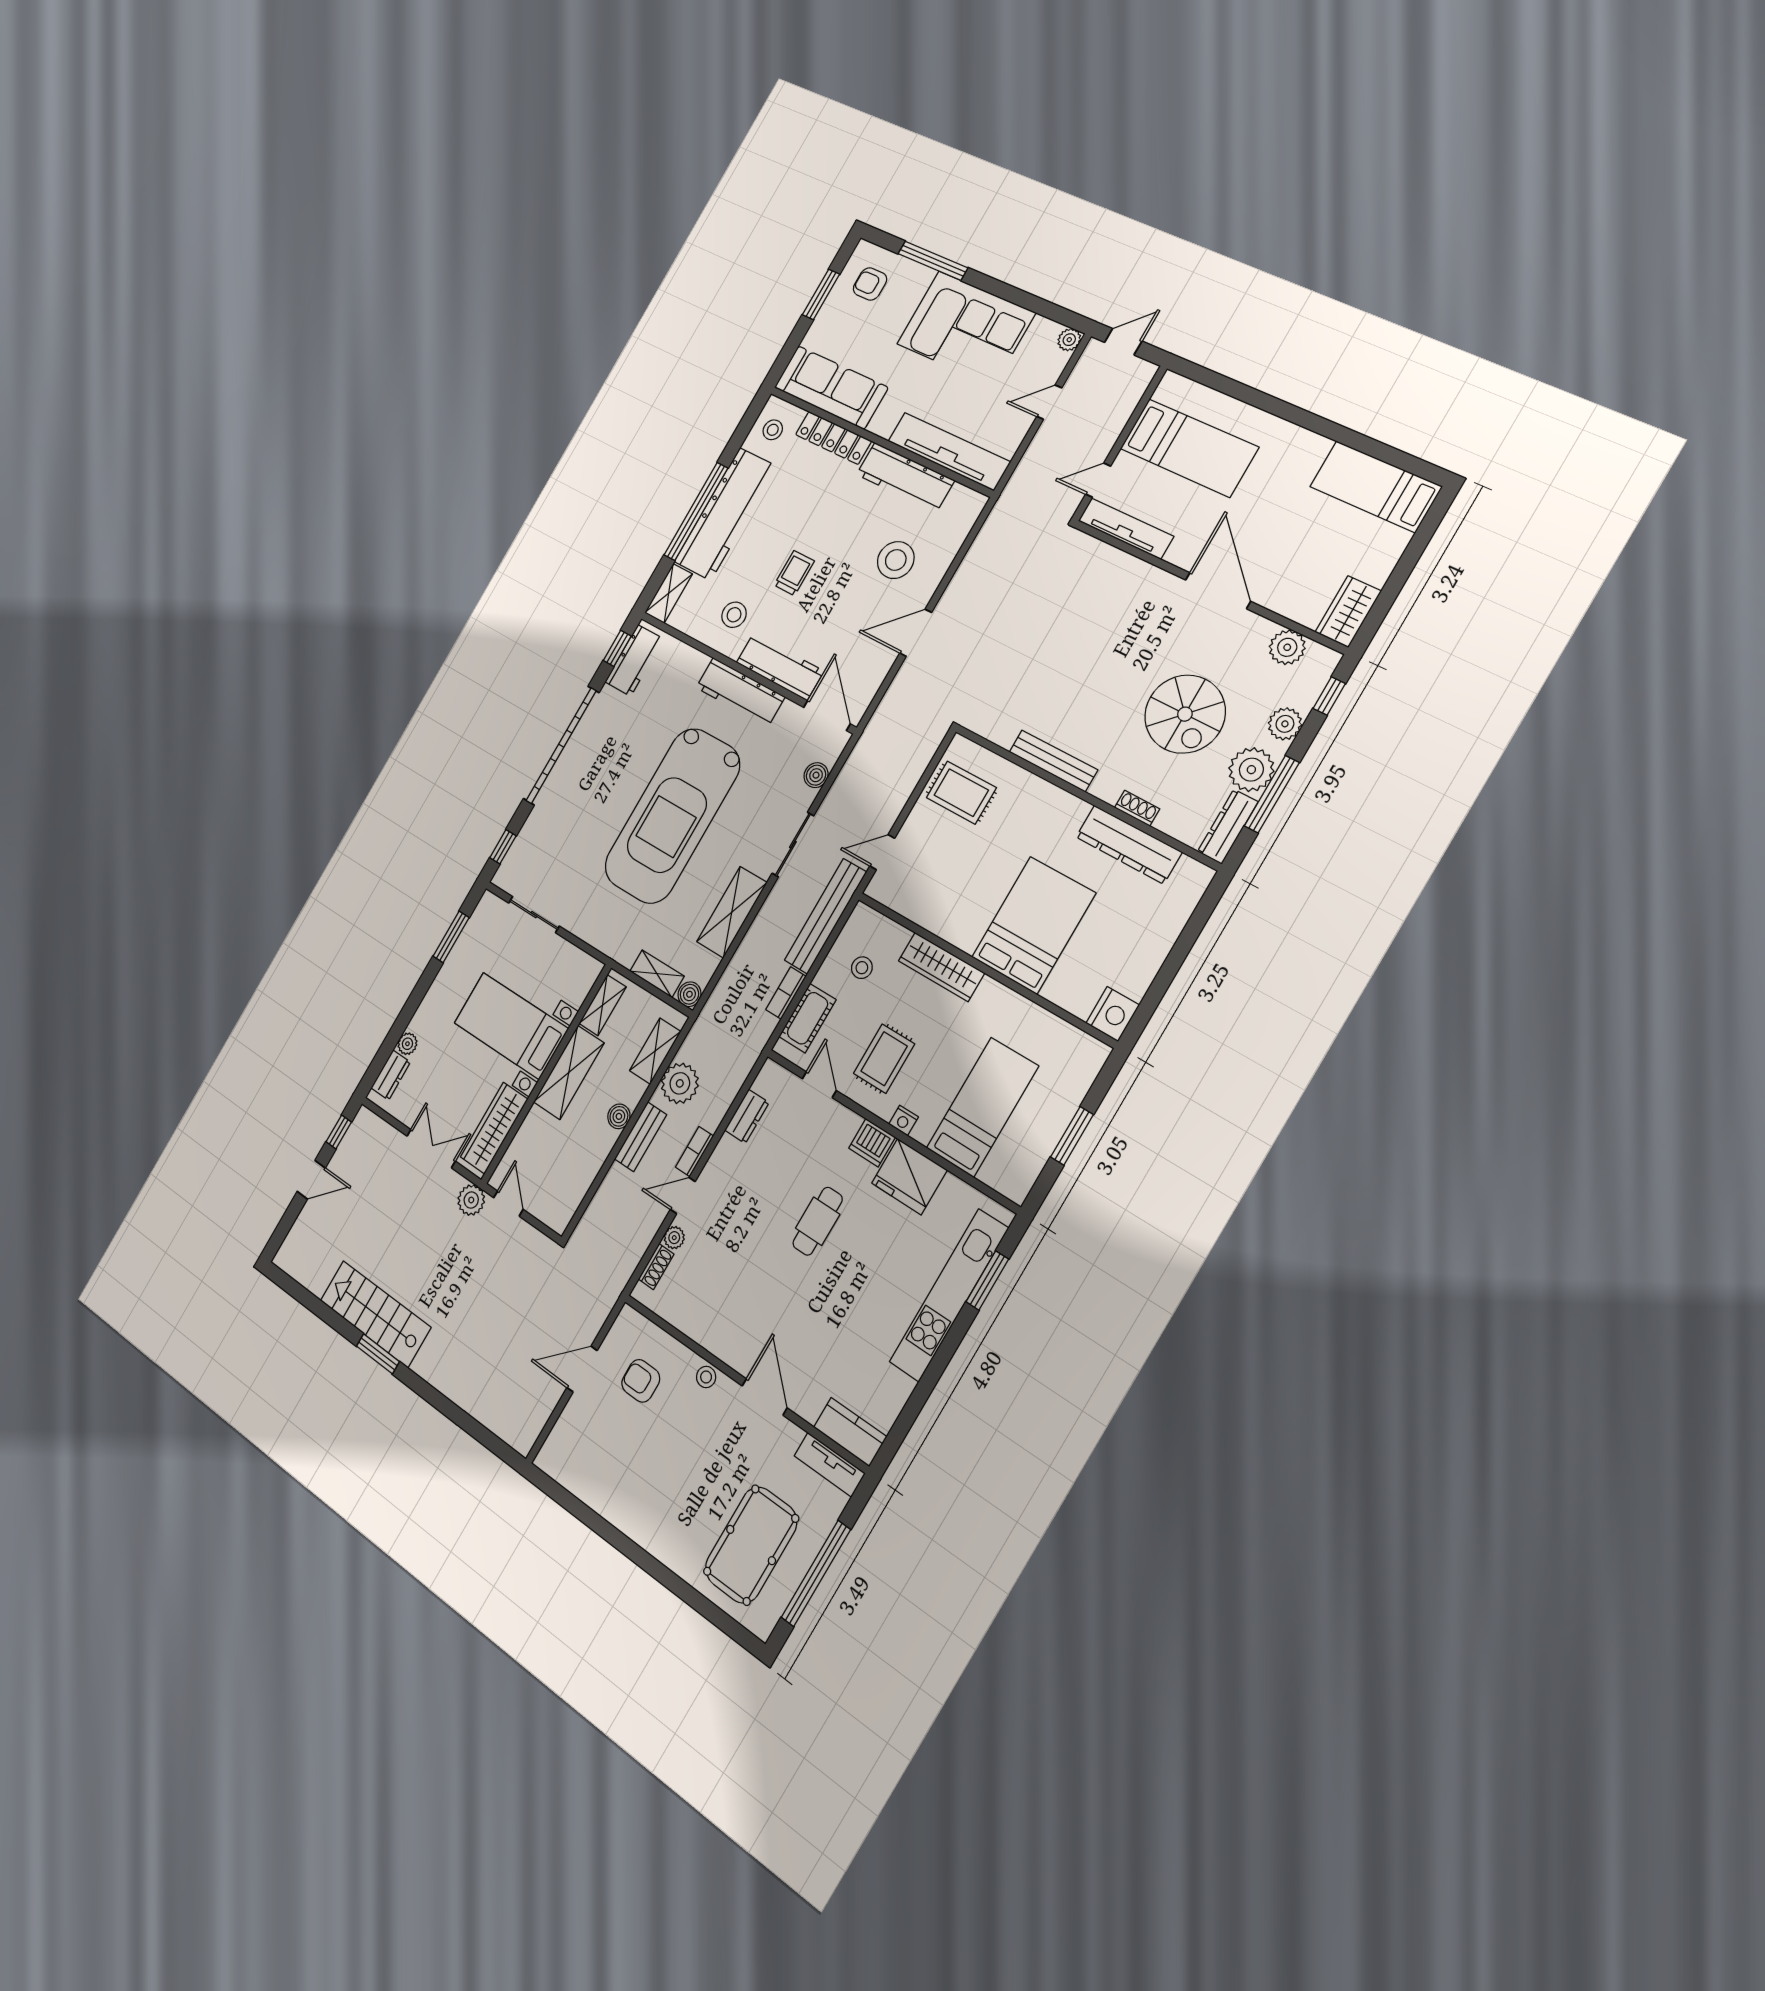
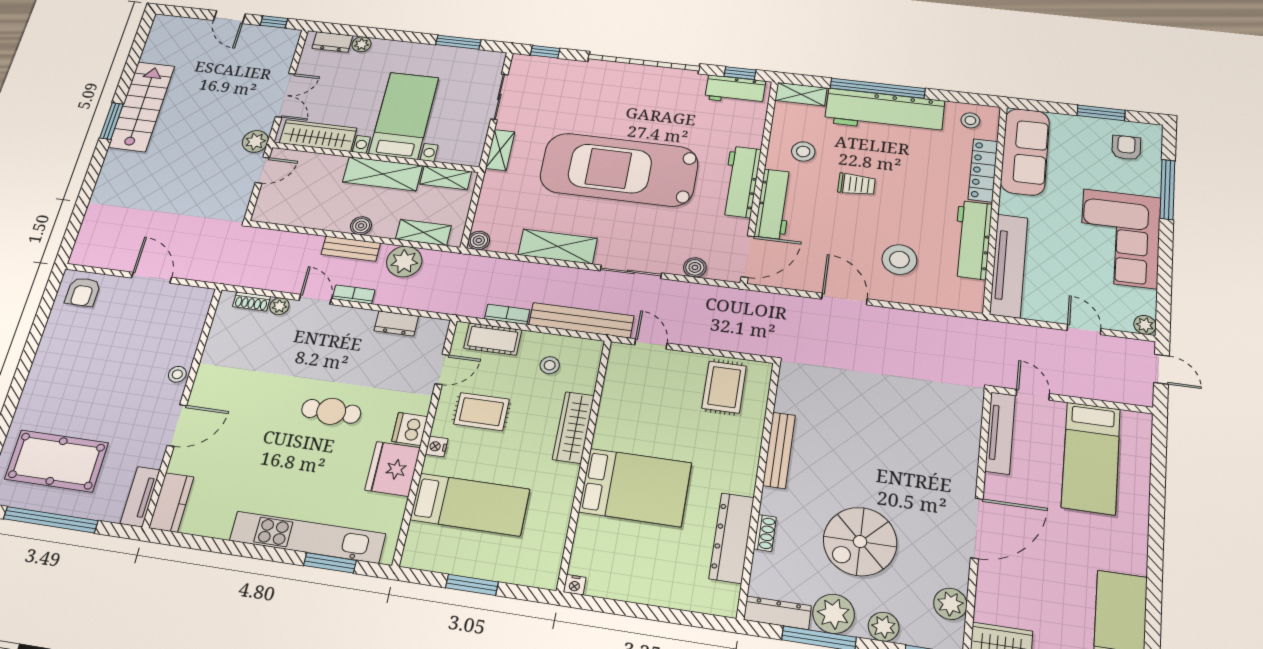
shelving: (657, 974) -> (500, 150), moved
nightstand: (1113, 1014) -> (575, 585), width x0.53, depth x0.56
armchair: (641, 1381) -> (83, 292), moved, turned 180

